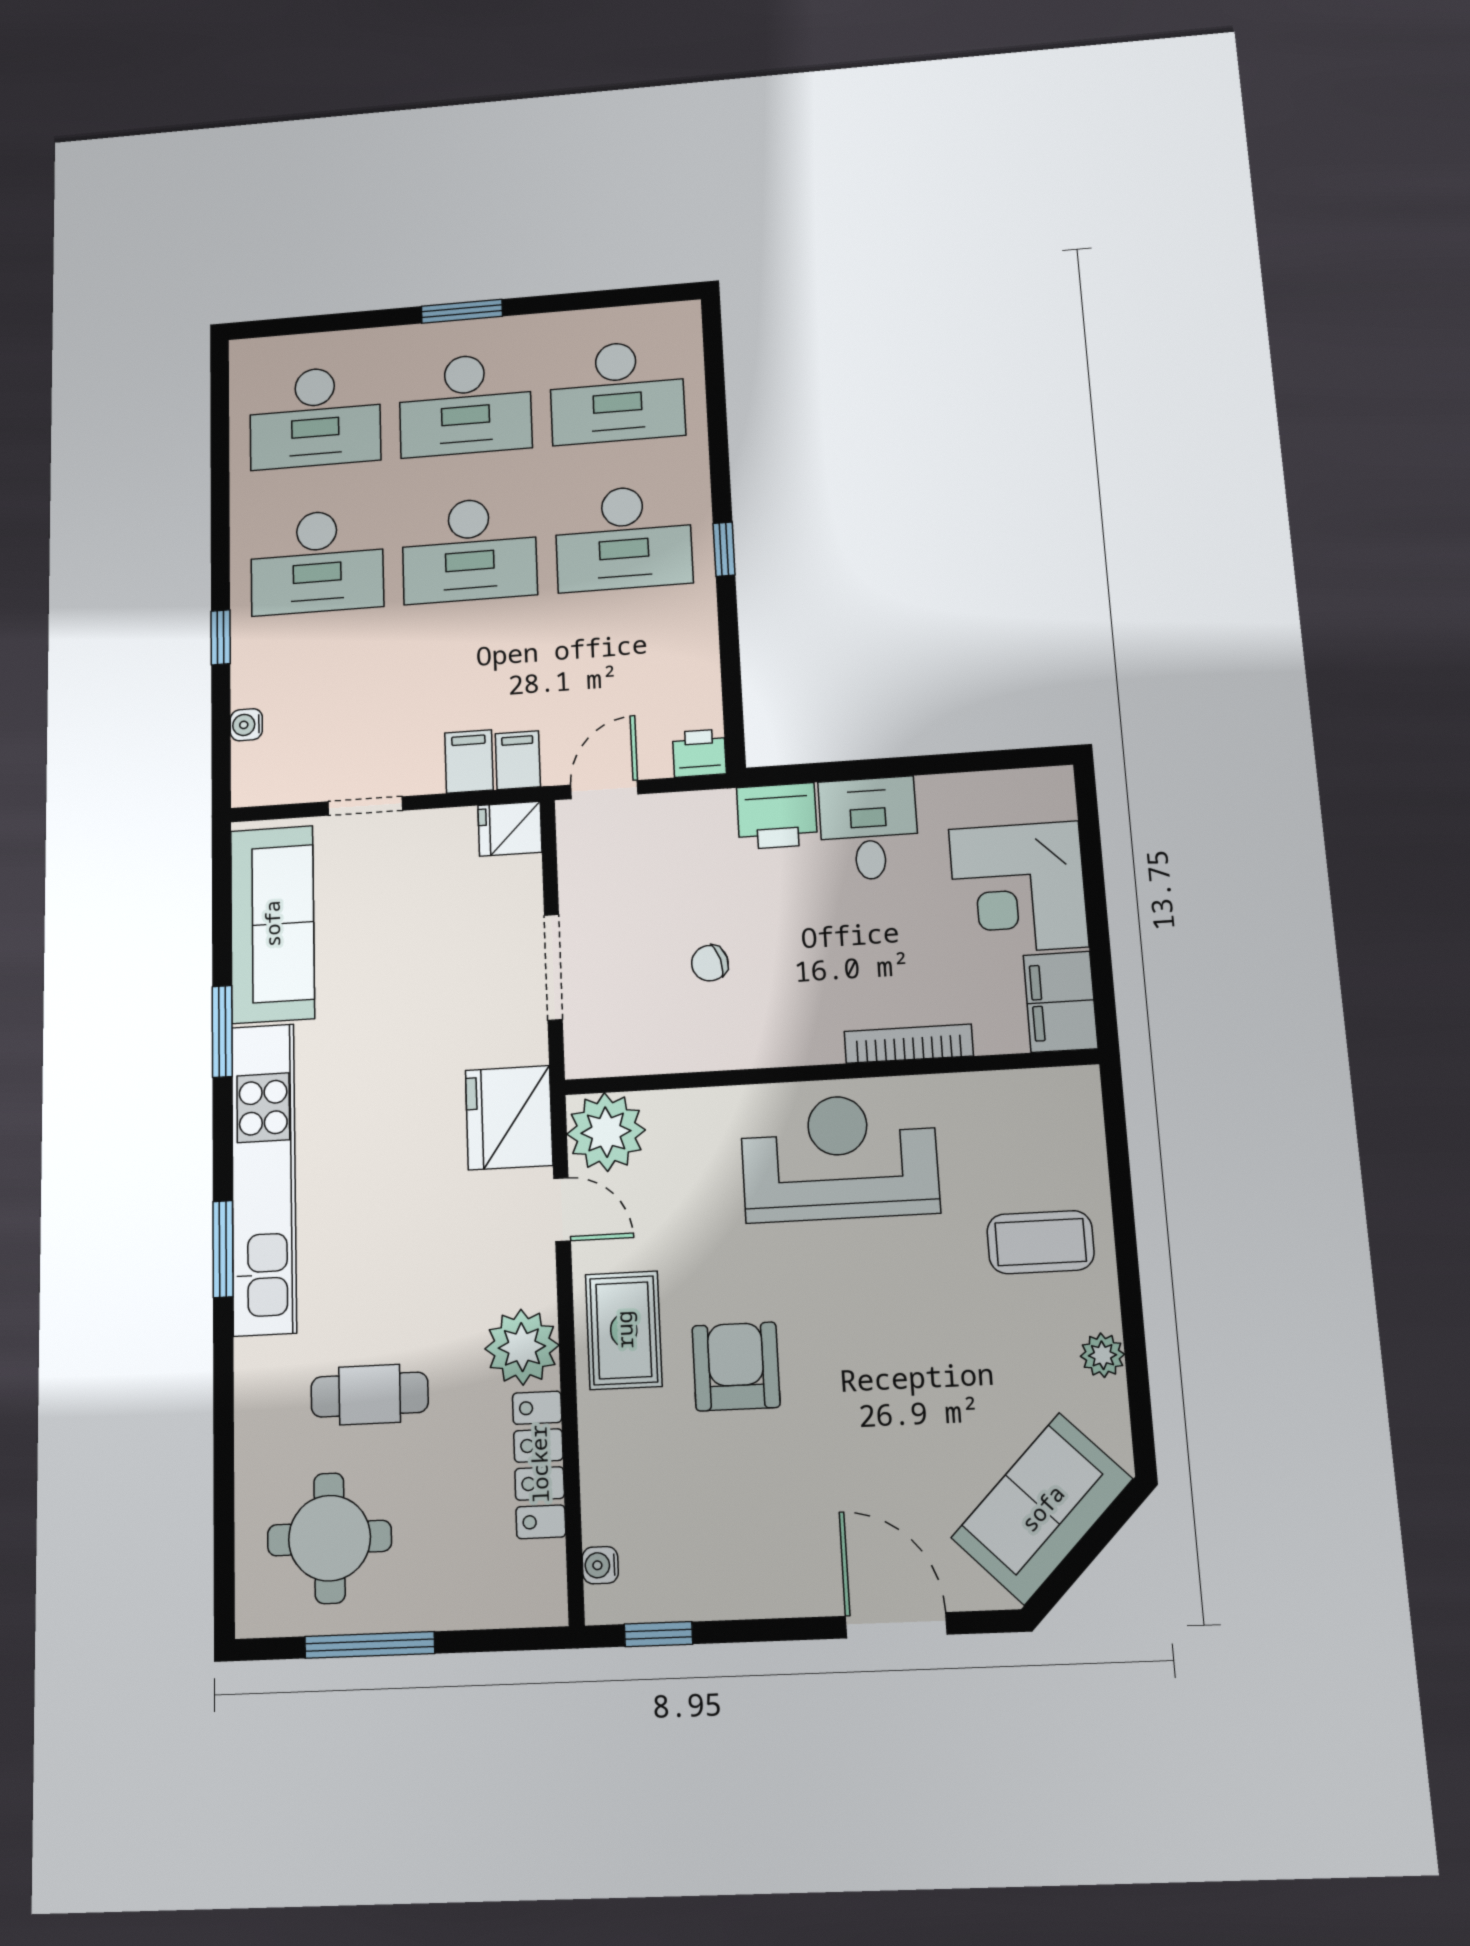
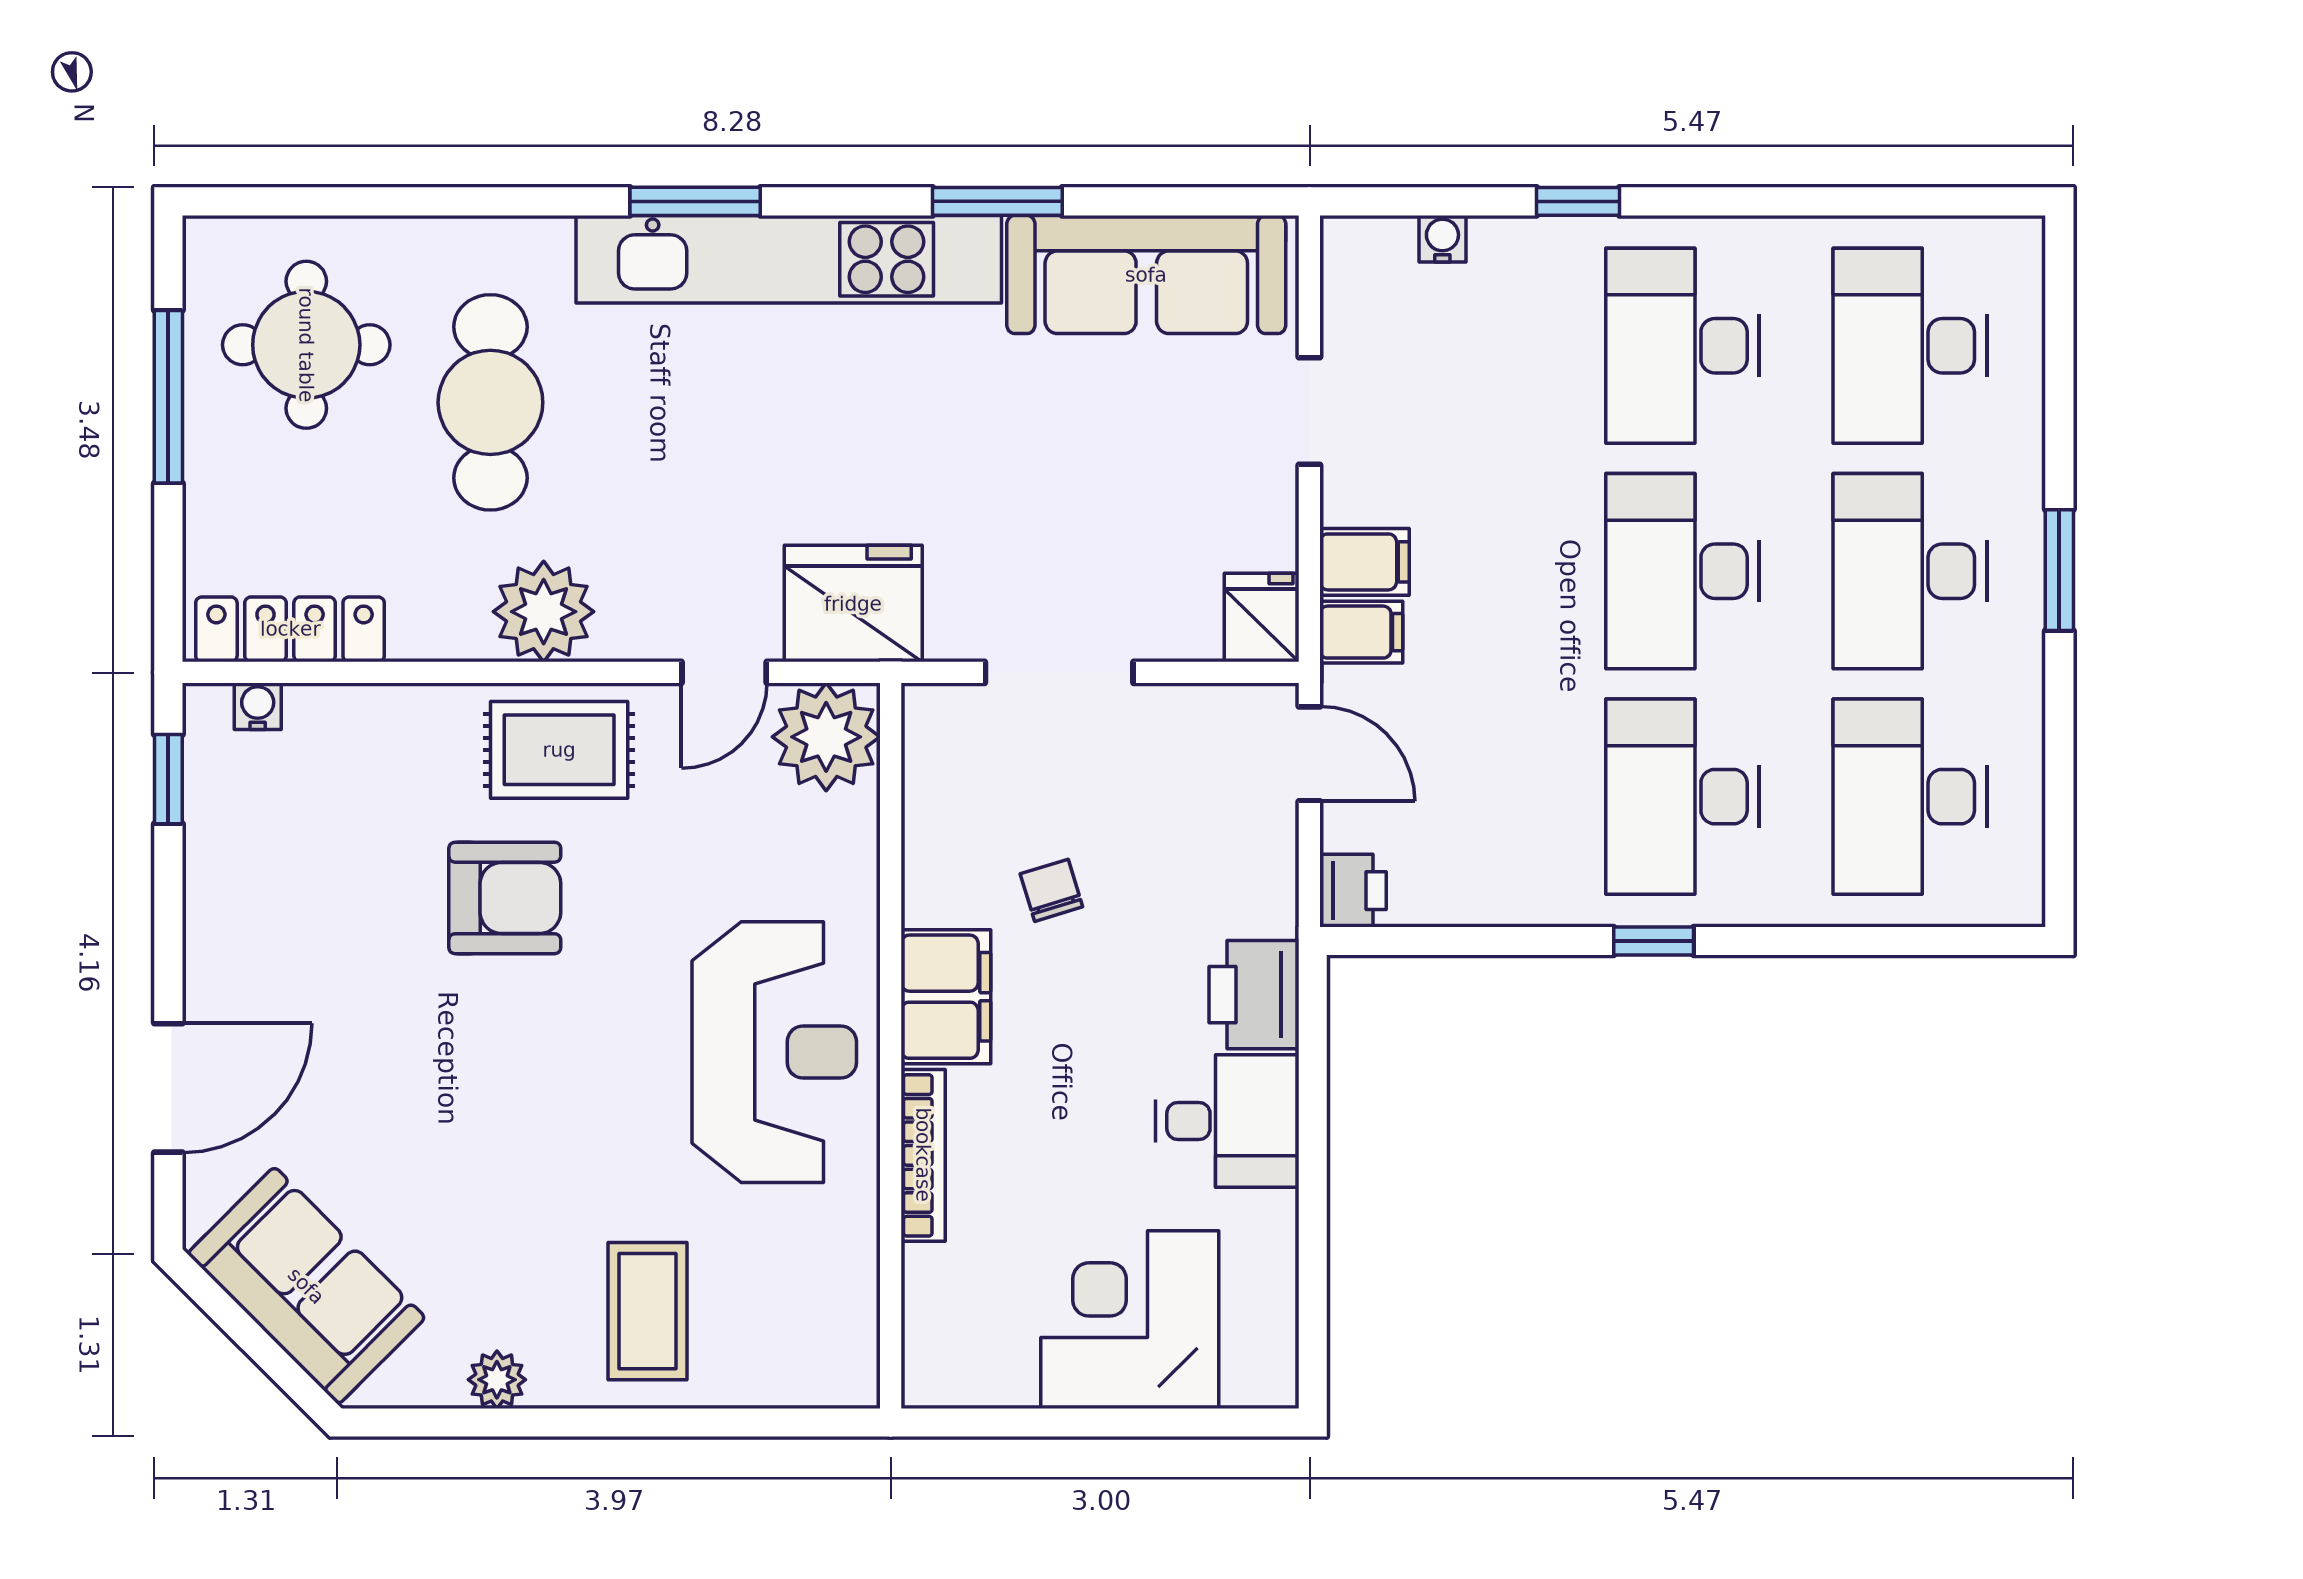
filing cabinet: (1060, 1002) -> (946, 997), moved, turned 90
cafe table: (370, 1395) -> (490, 402), width x1.37, depth x1.35
locker: (539, 1464) -> (290, 629), moved

